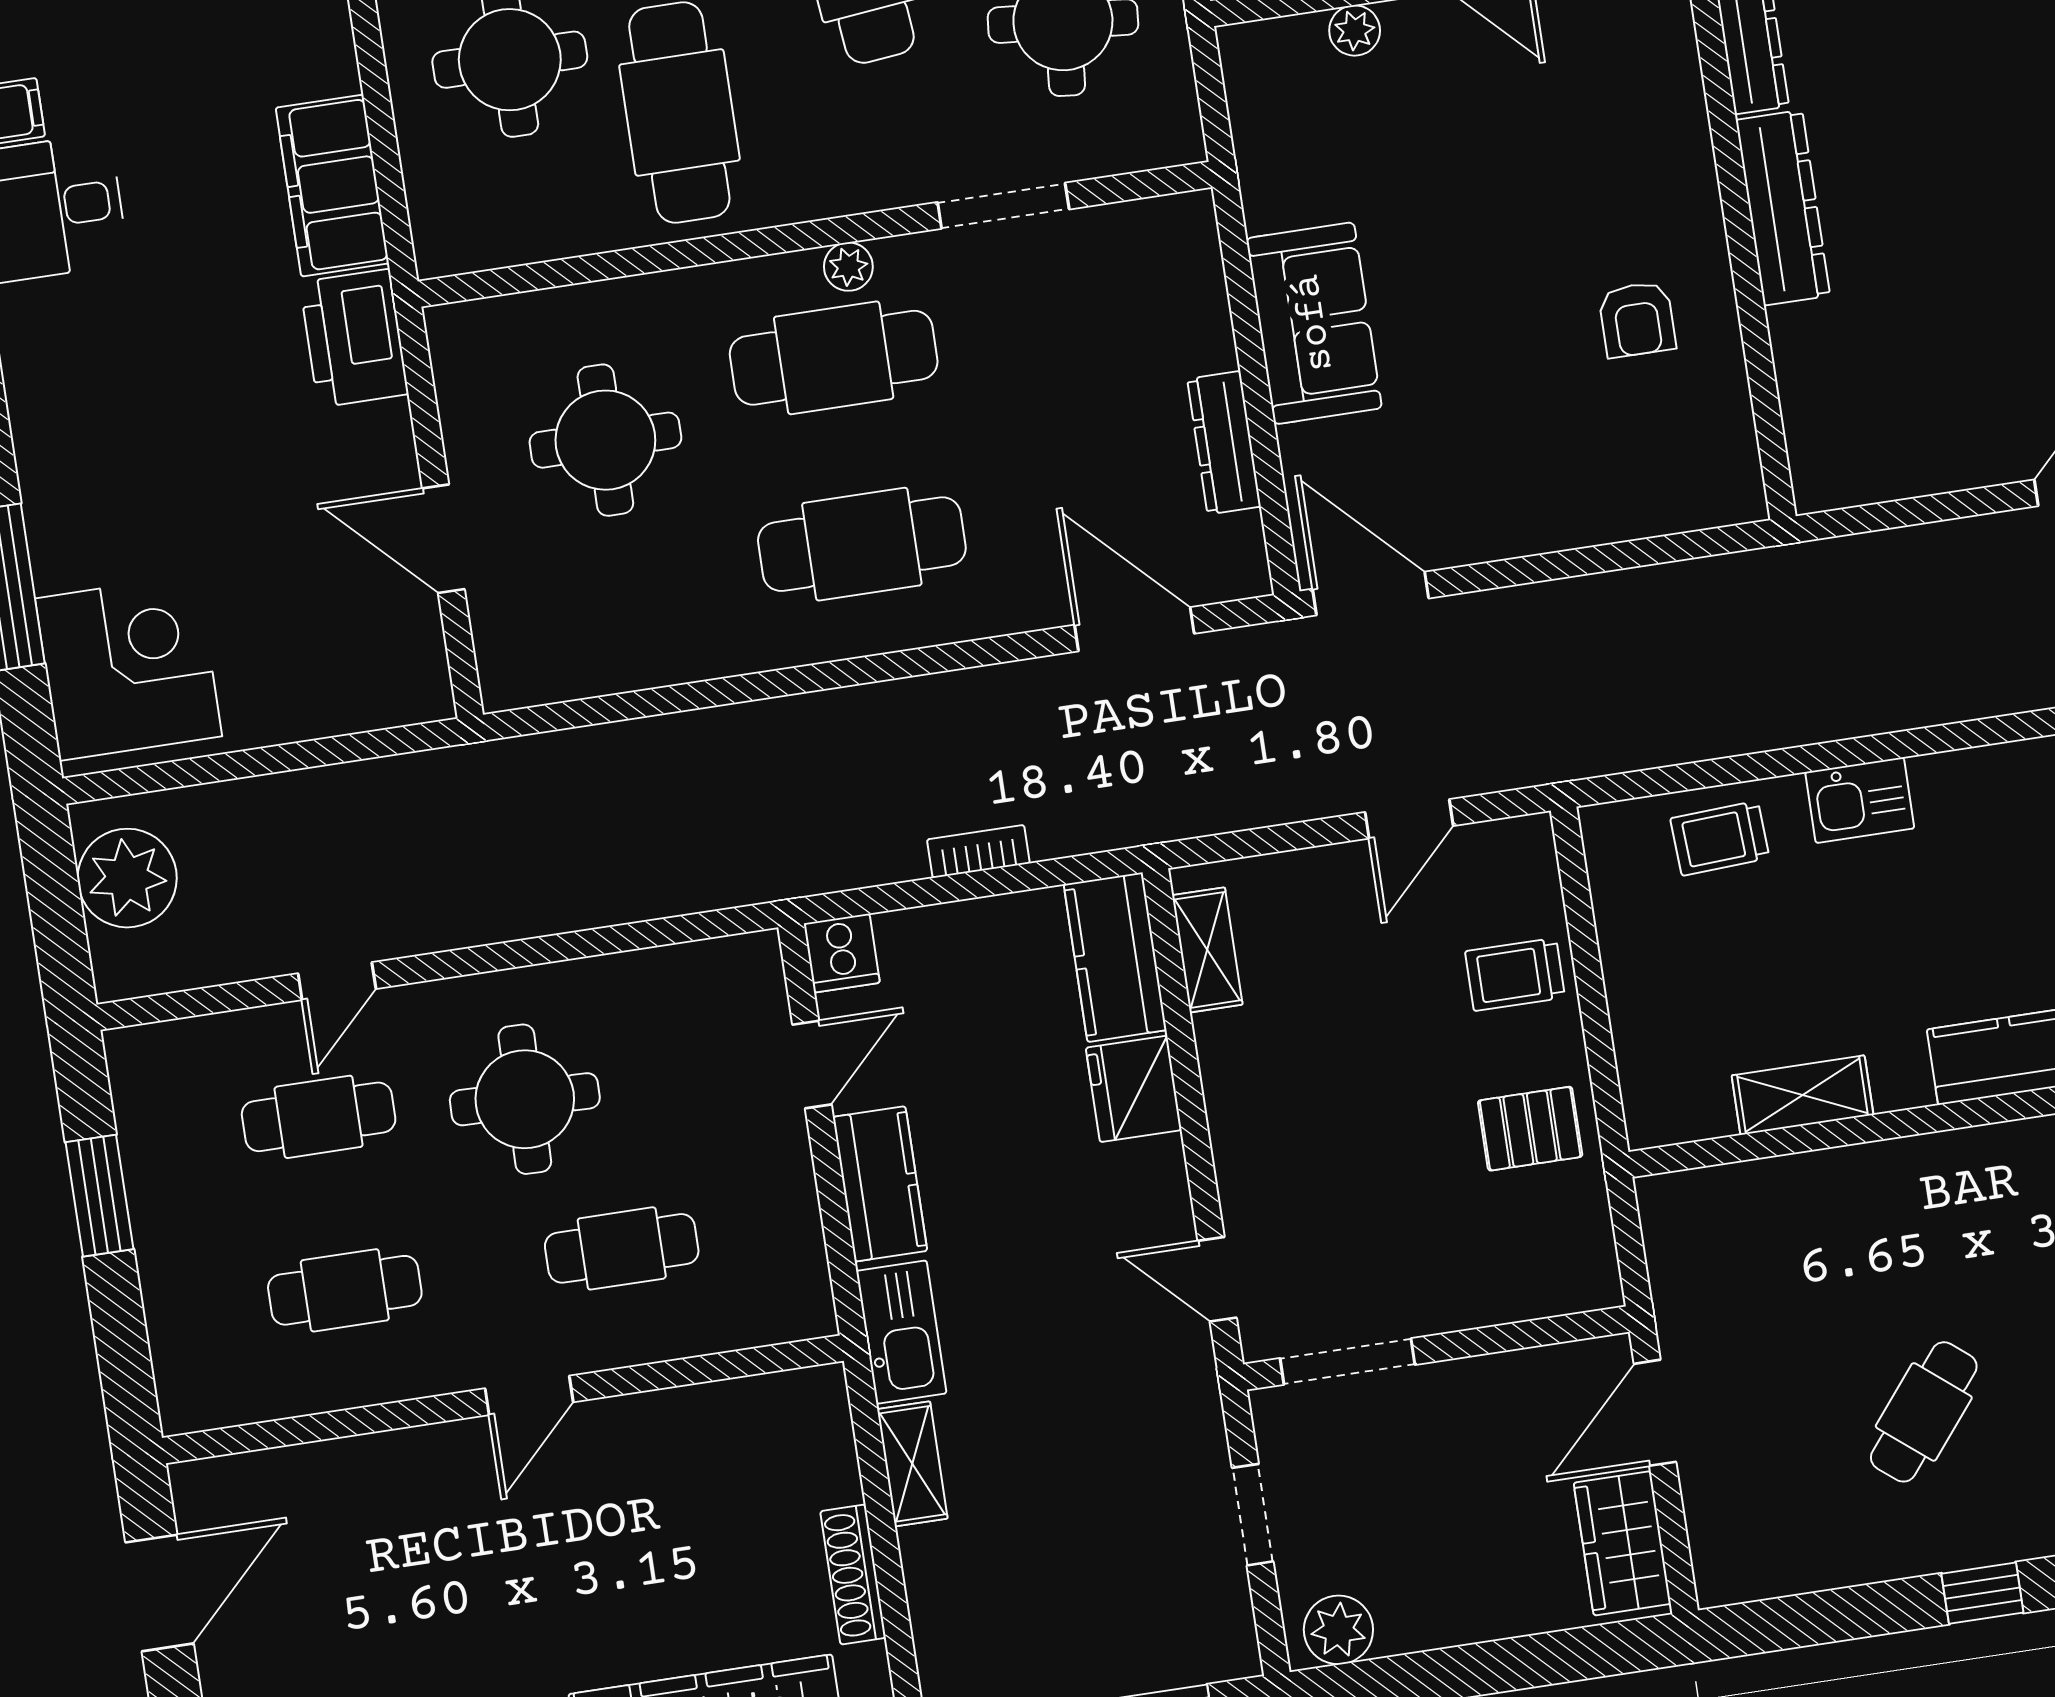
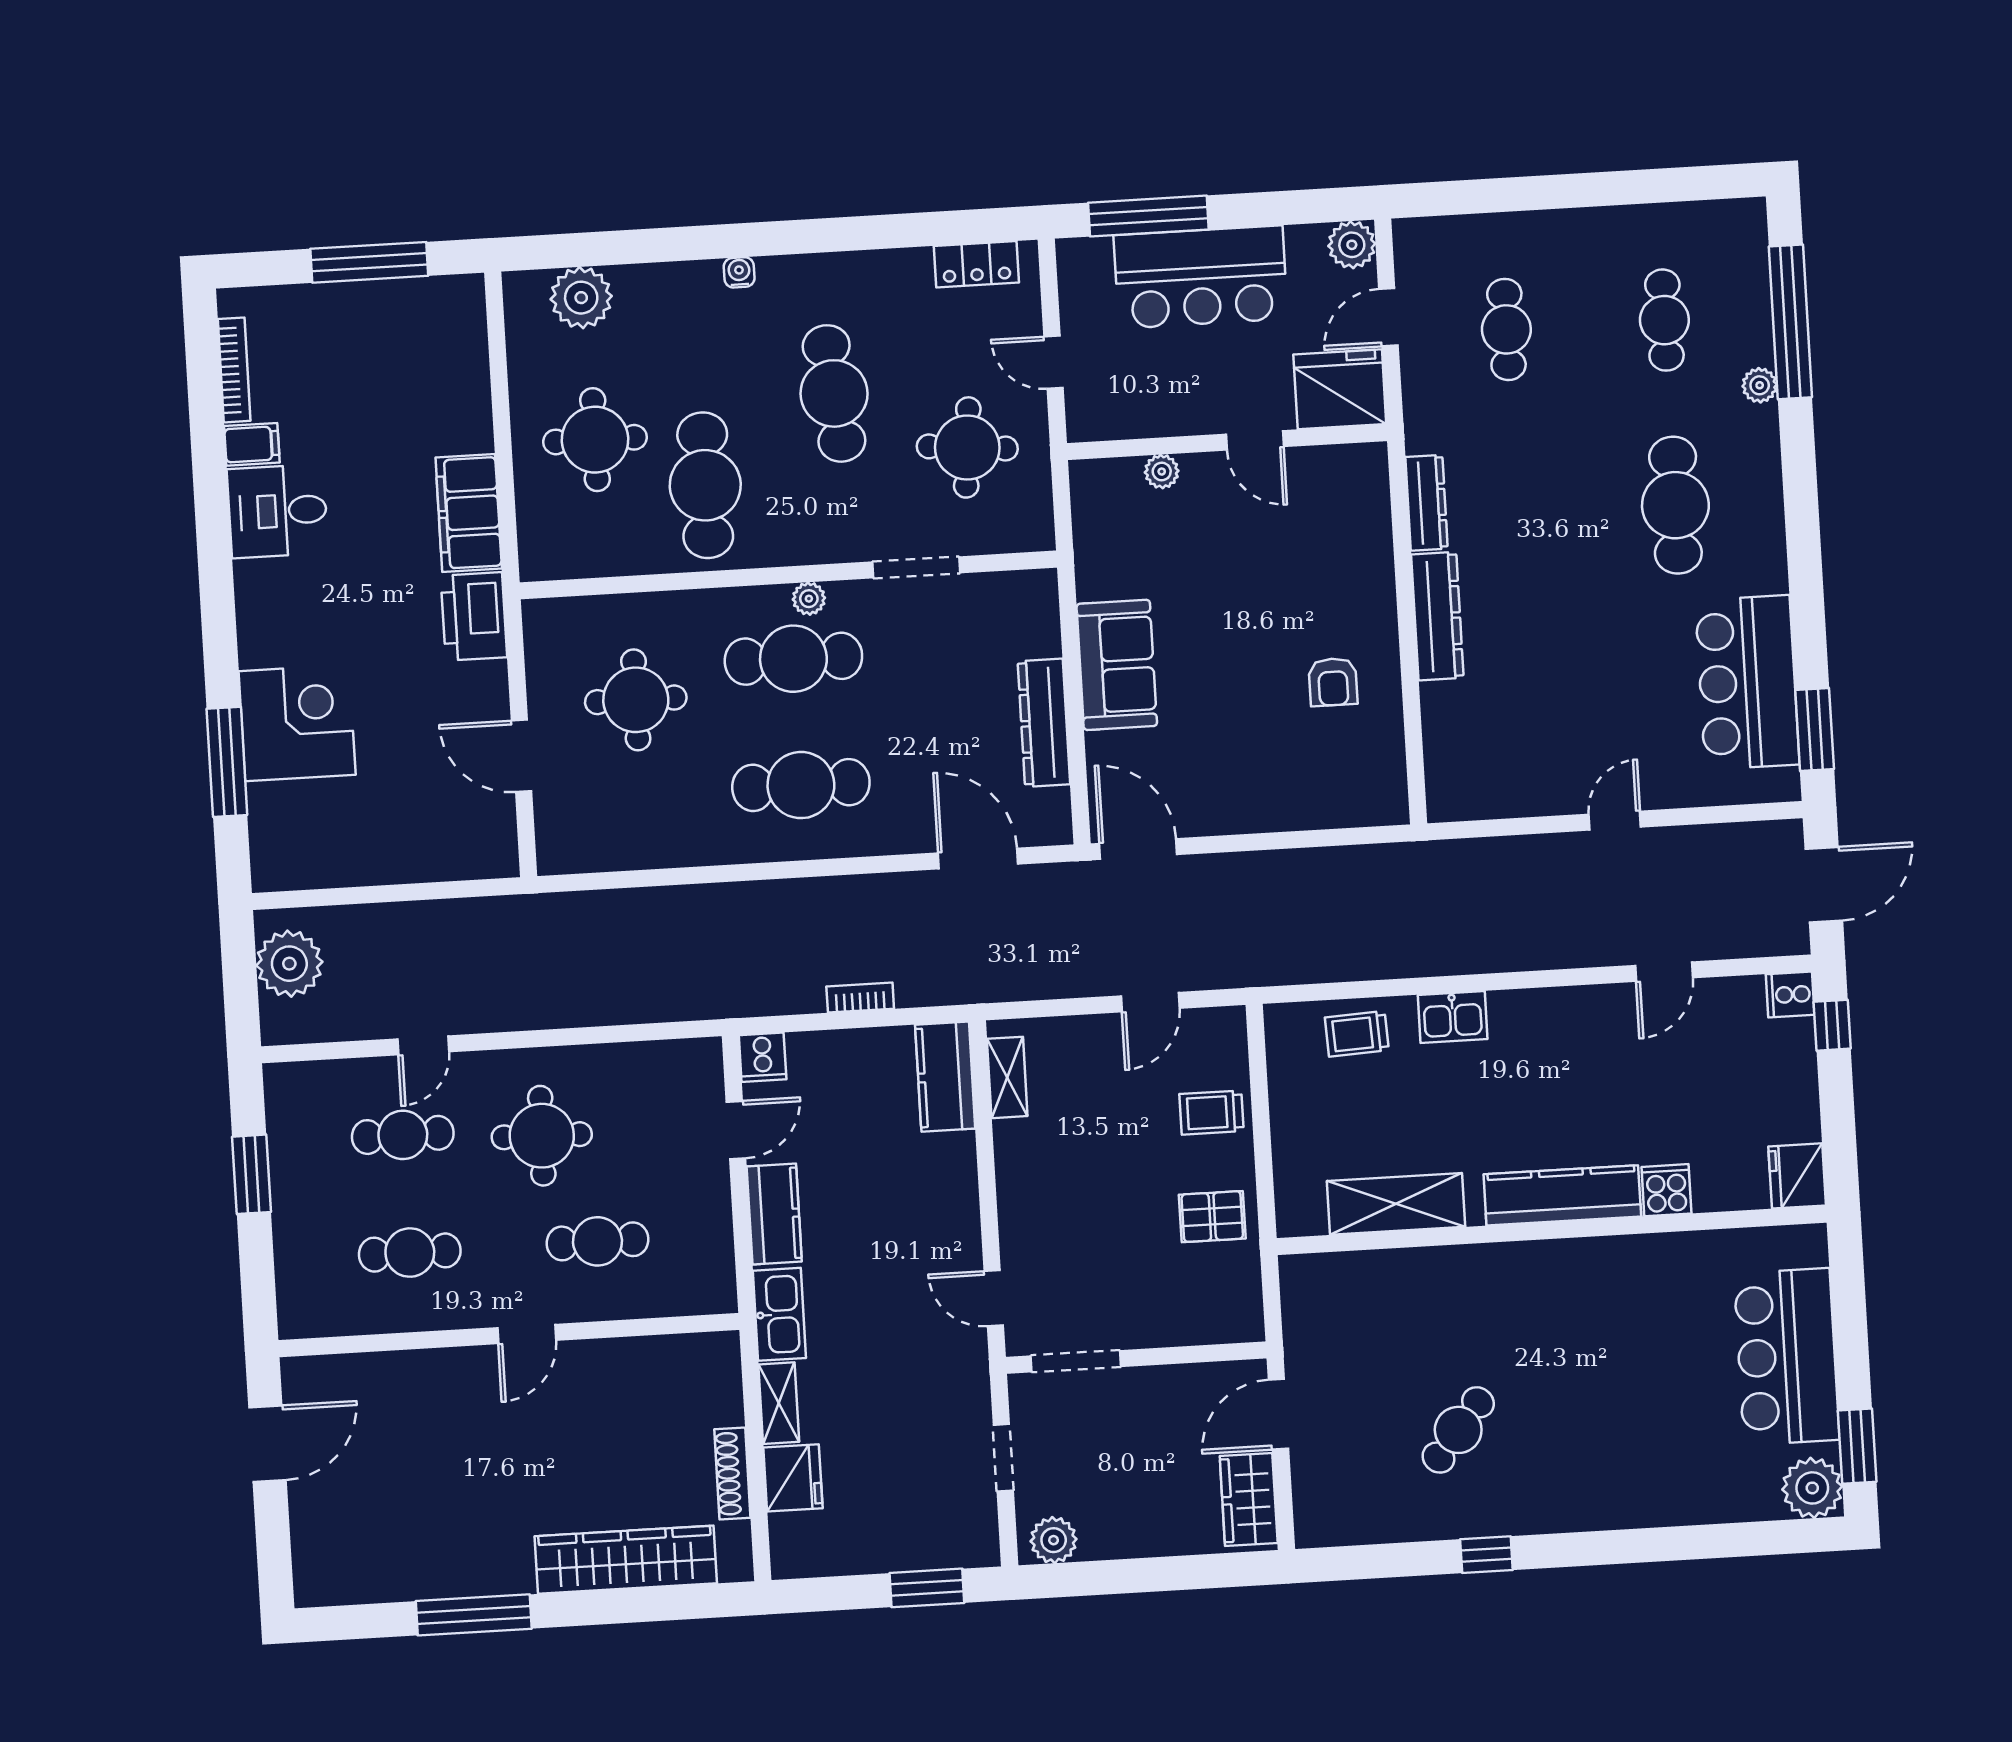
dresser: (1224, 443) -> (1044, 723), width x1.37, depth x1.24
corner desk: (129, 667) -> (297, 723), moved
fridge: (1134, 1089) -> (793, 1478), moved, turned 180
shelving: (1803, 1095) -> (1396, 1204), width x1.50, depth x1.33

